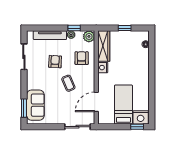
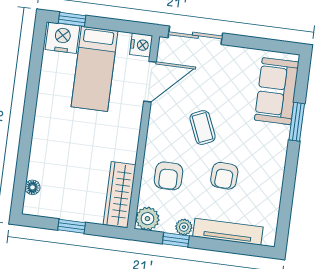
sliding door: (24, 57) -> (287, 194), removed
nightstand: (103, 68) -> (141, 45), moved
window: (24, 108) -> (297, 122), moved

